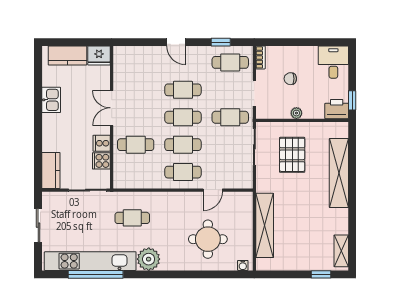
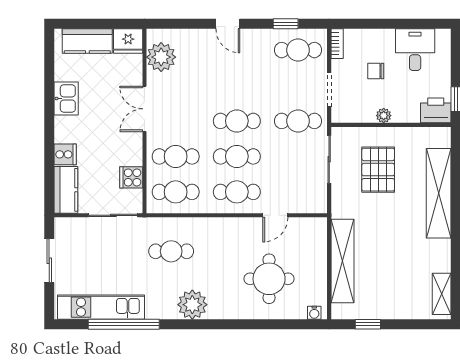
desk: (333, 62) -> (415, 50), moved
plant: (124, 68) -> (161, 57), added
cafe table: (183, 90) -> (176, 192), moved
cooker: (102, 143) -> (65, 154), moved, turned 180
kitchen unit: (90, 261) -> (101, 307), width x0.73
window: (321, 274) -> (368, 324), moved

